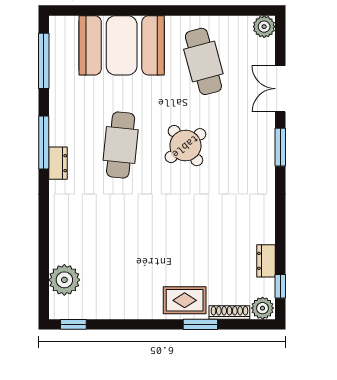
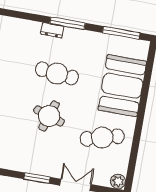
round table: (185, 146) -> (49, 116), turned -34

